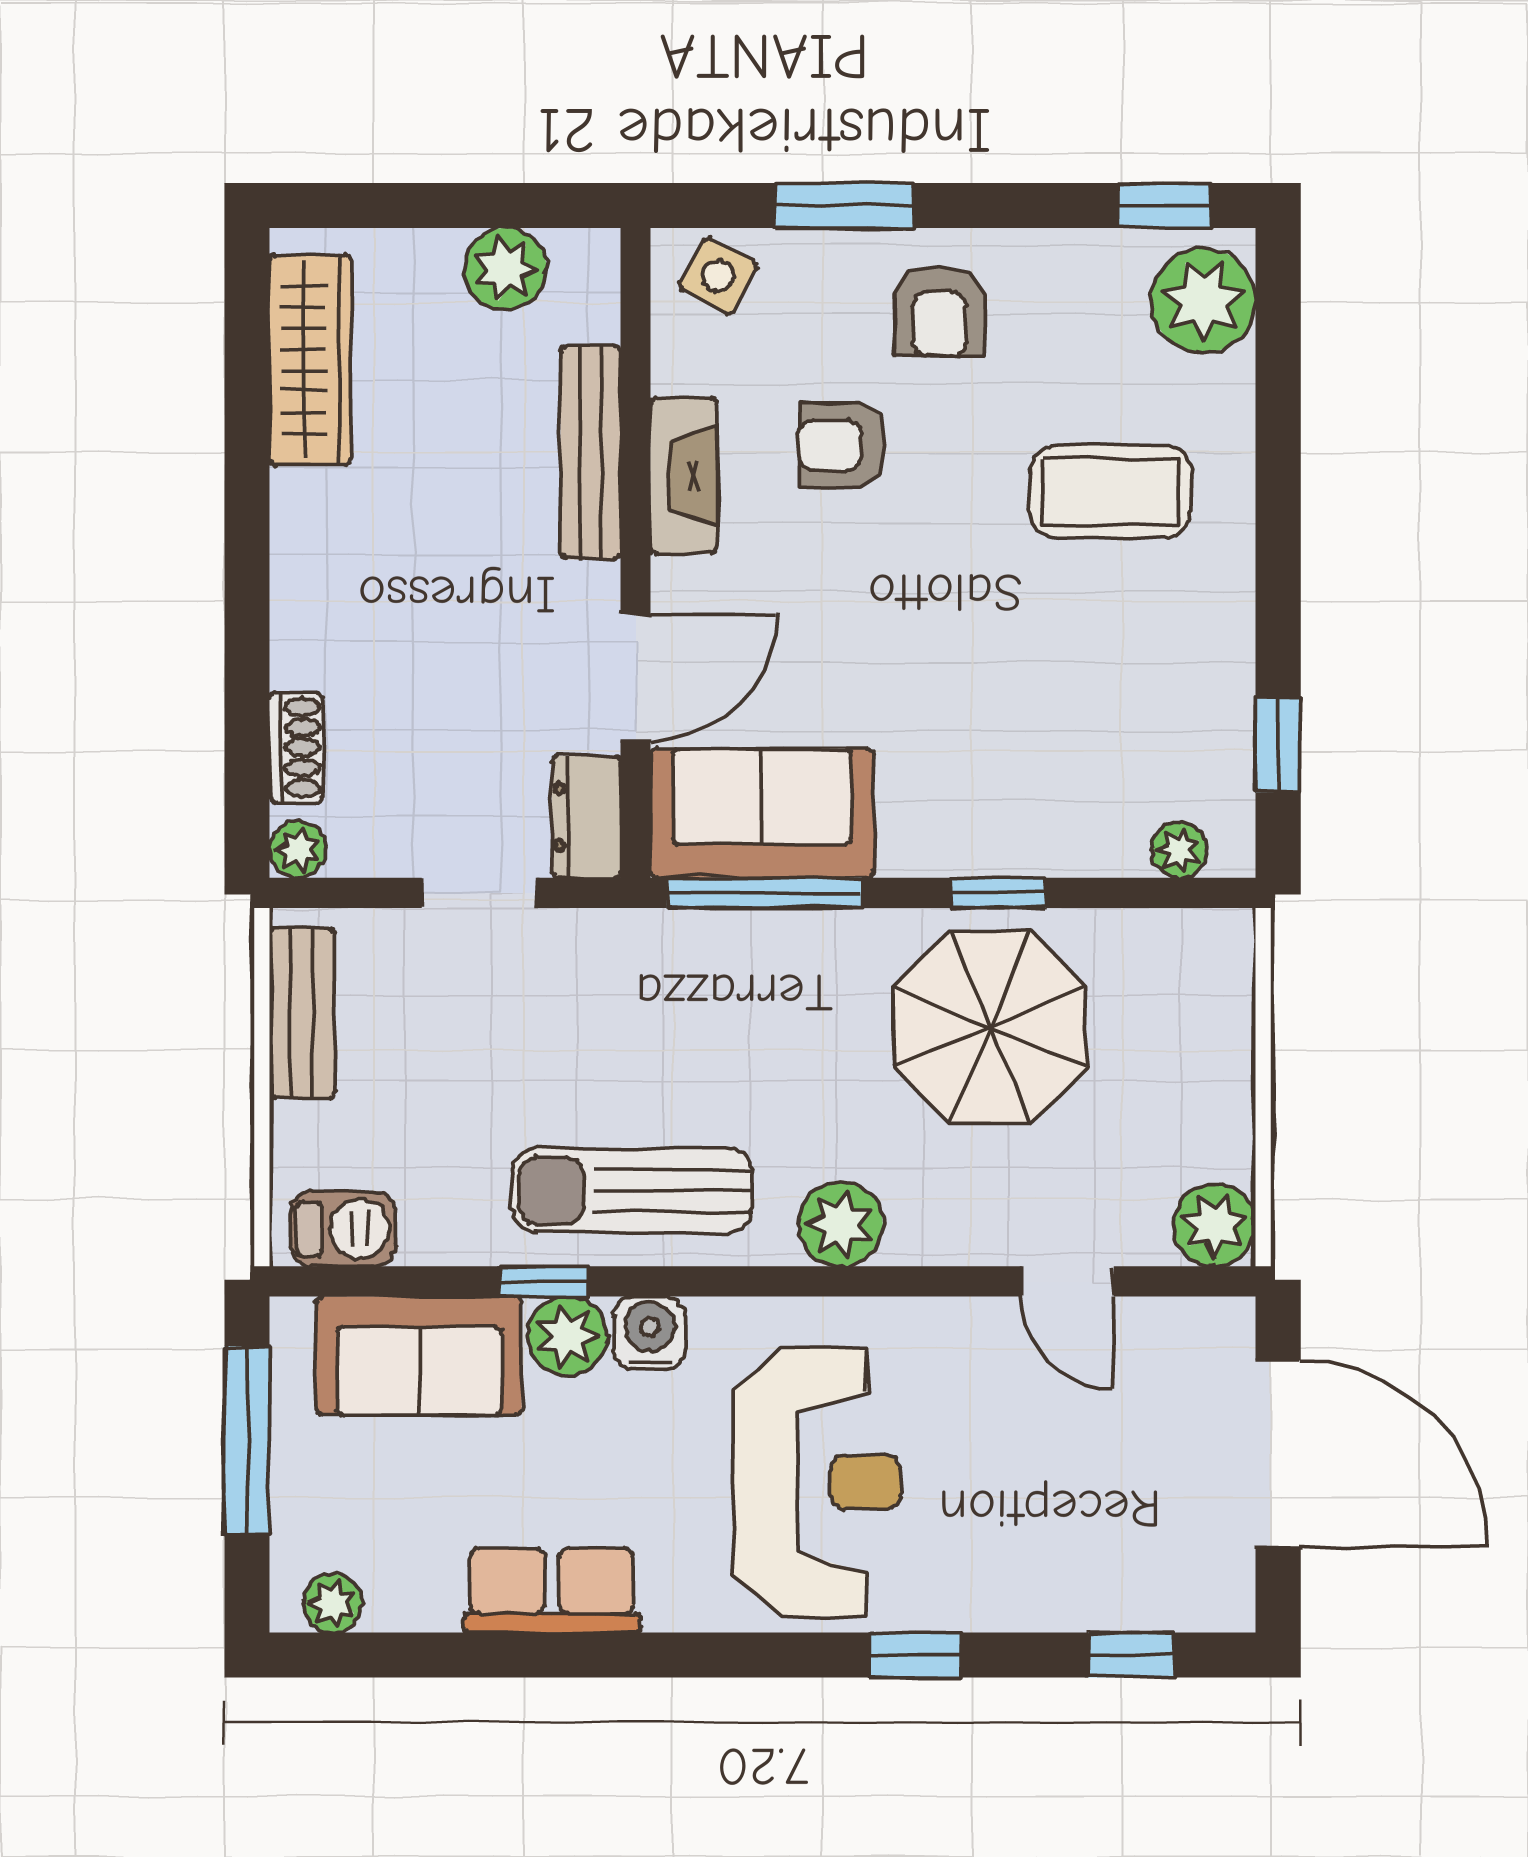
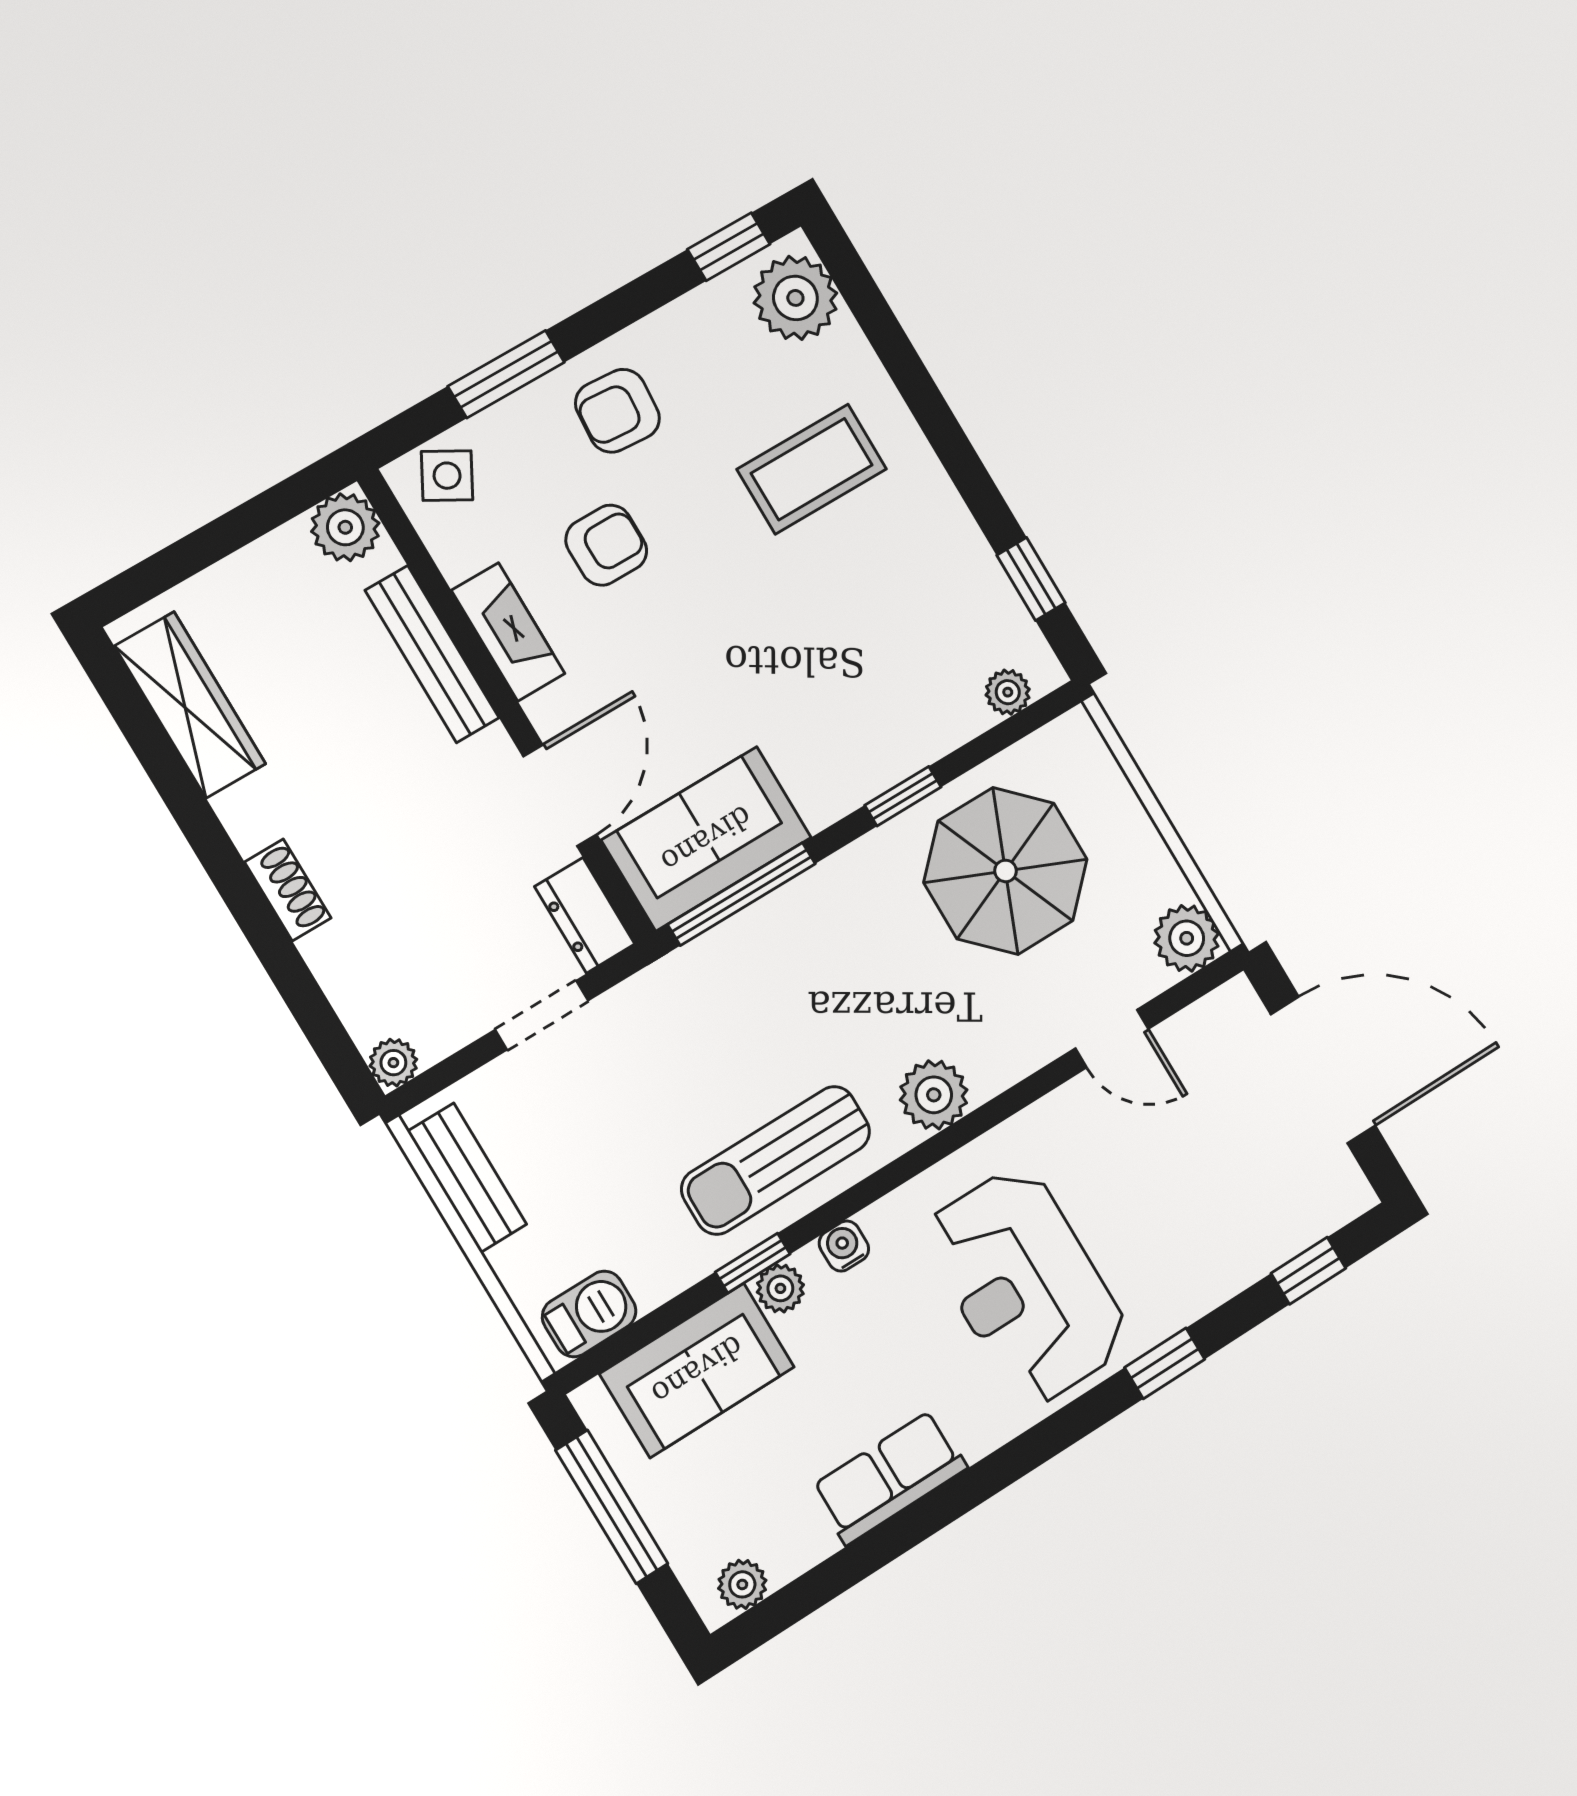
plant: (505, 269) -> (345, 527), moved
armchair: (939, 311) -> (617, 411), turned 94
armchair: (842, 445) -> (606, 545), turned 180
shoe rack: (296, 748) -> (288, 890), moved
parasol: (990, 1027) -> (1006, 871), moved
water cooler: (650, 1333) -> (844, 1246), width x0.72, depth x0.72
plant: (567, 1336) -> (780, 1288), width x0.73, depth x0.73
reception desk: (817, 1483) -> (1026, 1286), turned 180

